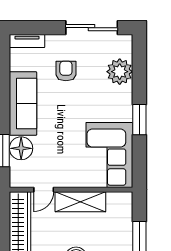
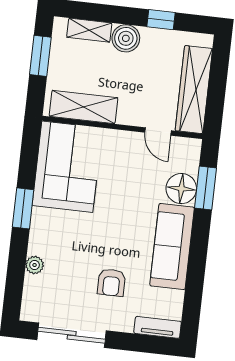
plant: (120, 72) -> (35, 265), width x0.53, depth x0.53
door: (44, 190) -> (158, 131), swing flipped
shelving: (80, 202) -> (83, 107), moved

